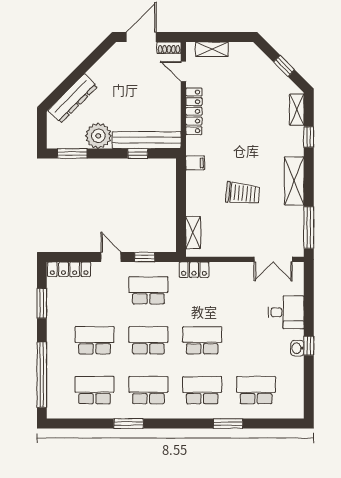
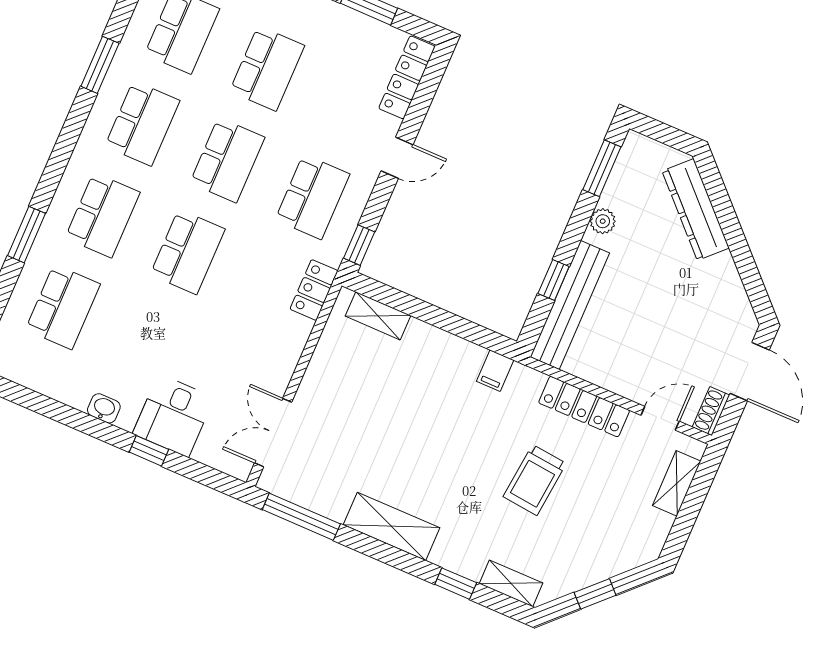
plant: (98, 136) -> (603, 221), width x0.53, depth x0.53
trolley: (243, 193) -> (535, 480), moved
window: (145, 257) -> (359, 245), moved
window: (309, 346) -> (149, 451), moved

